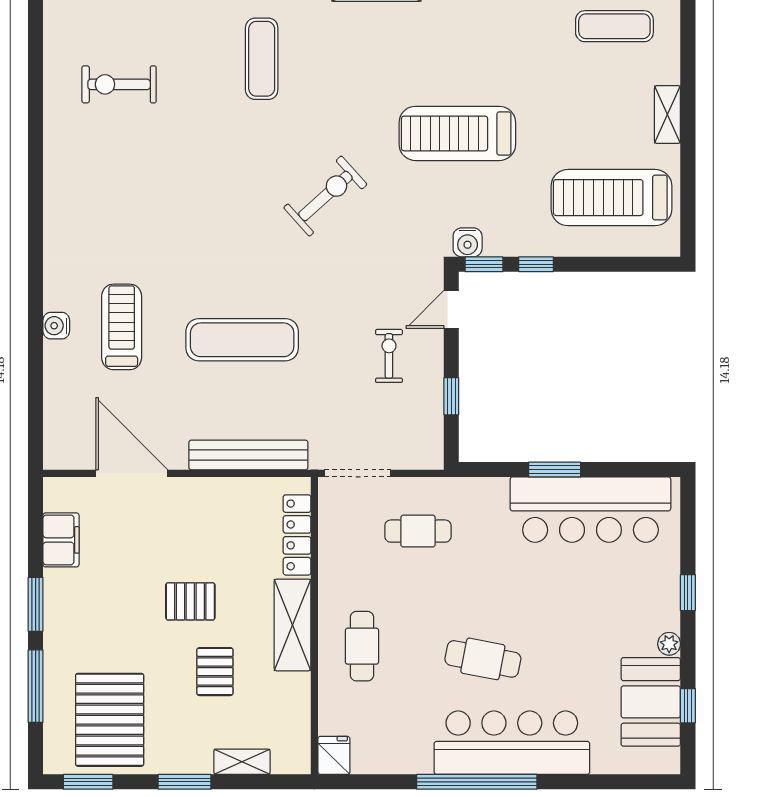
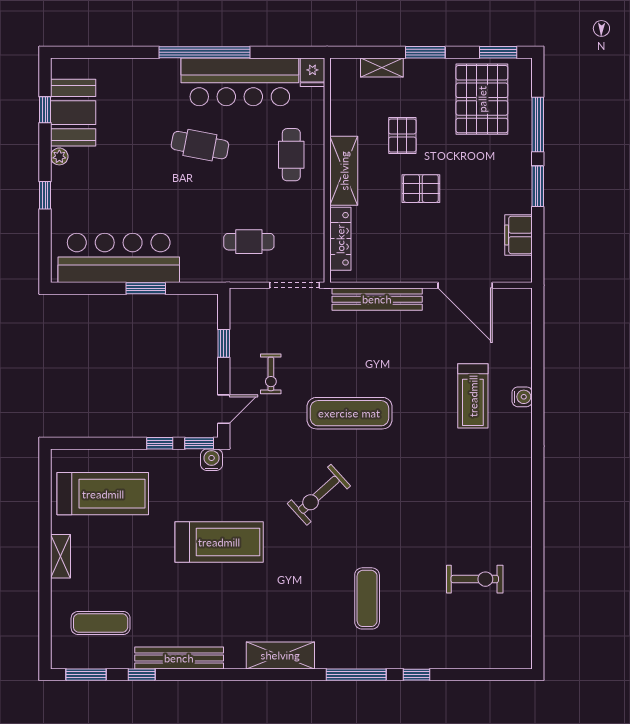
exercise mat: (242, 340) -> (349, 413), moved
bar counter: (512, 743) -> (240, 82), moved

